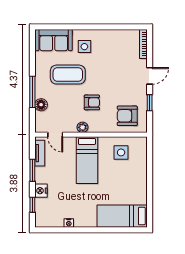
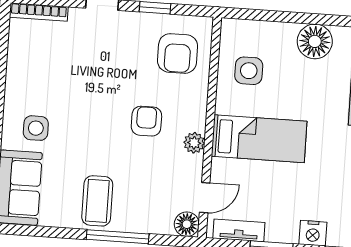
coffee table: (68, 75) -> (97, 201), moved, width x0.73, depth x0.76
floor lamp: (41, 105) -> (187, 224), moved
floor lamp: (138, 185) -> (315, 41), added

